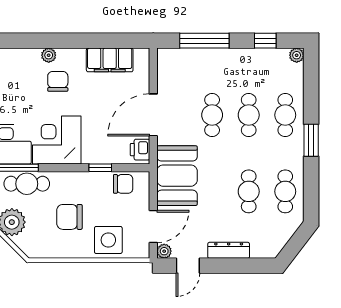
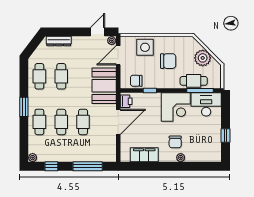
dresser: (229, 250) -> (59, 41), moved

